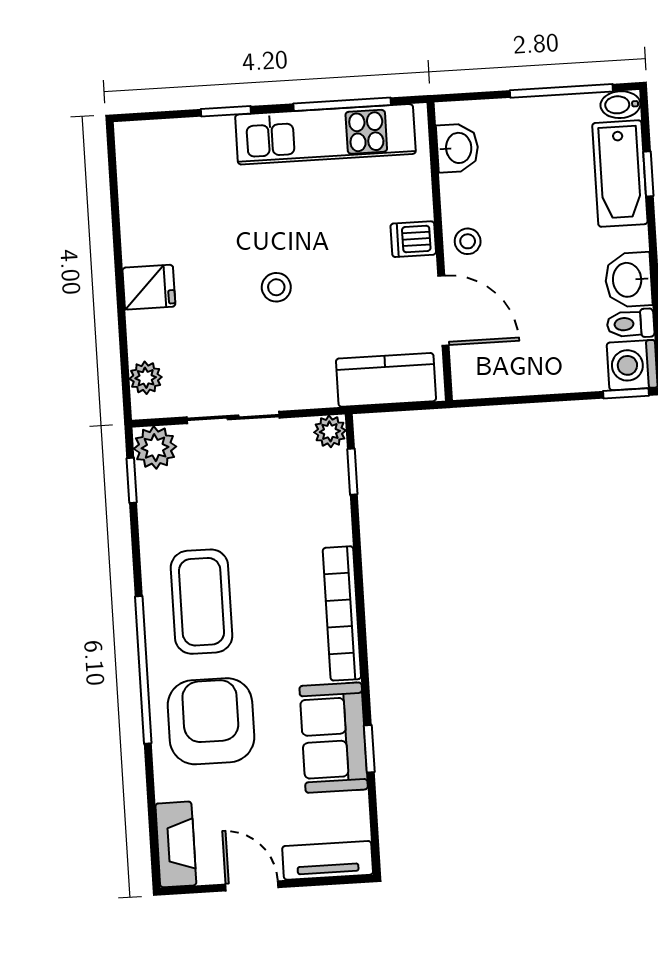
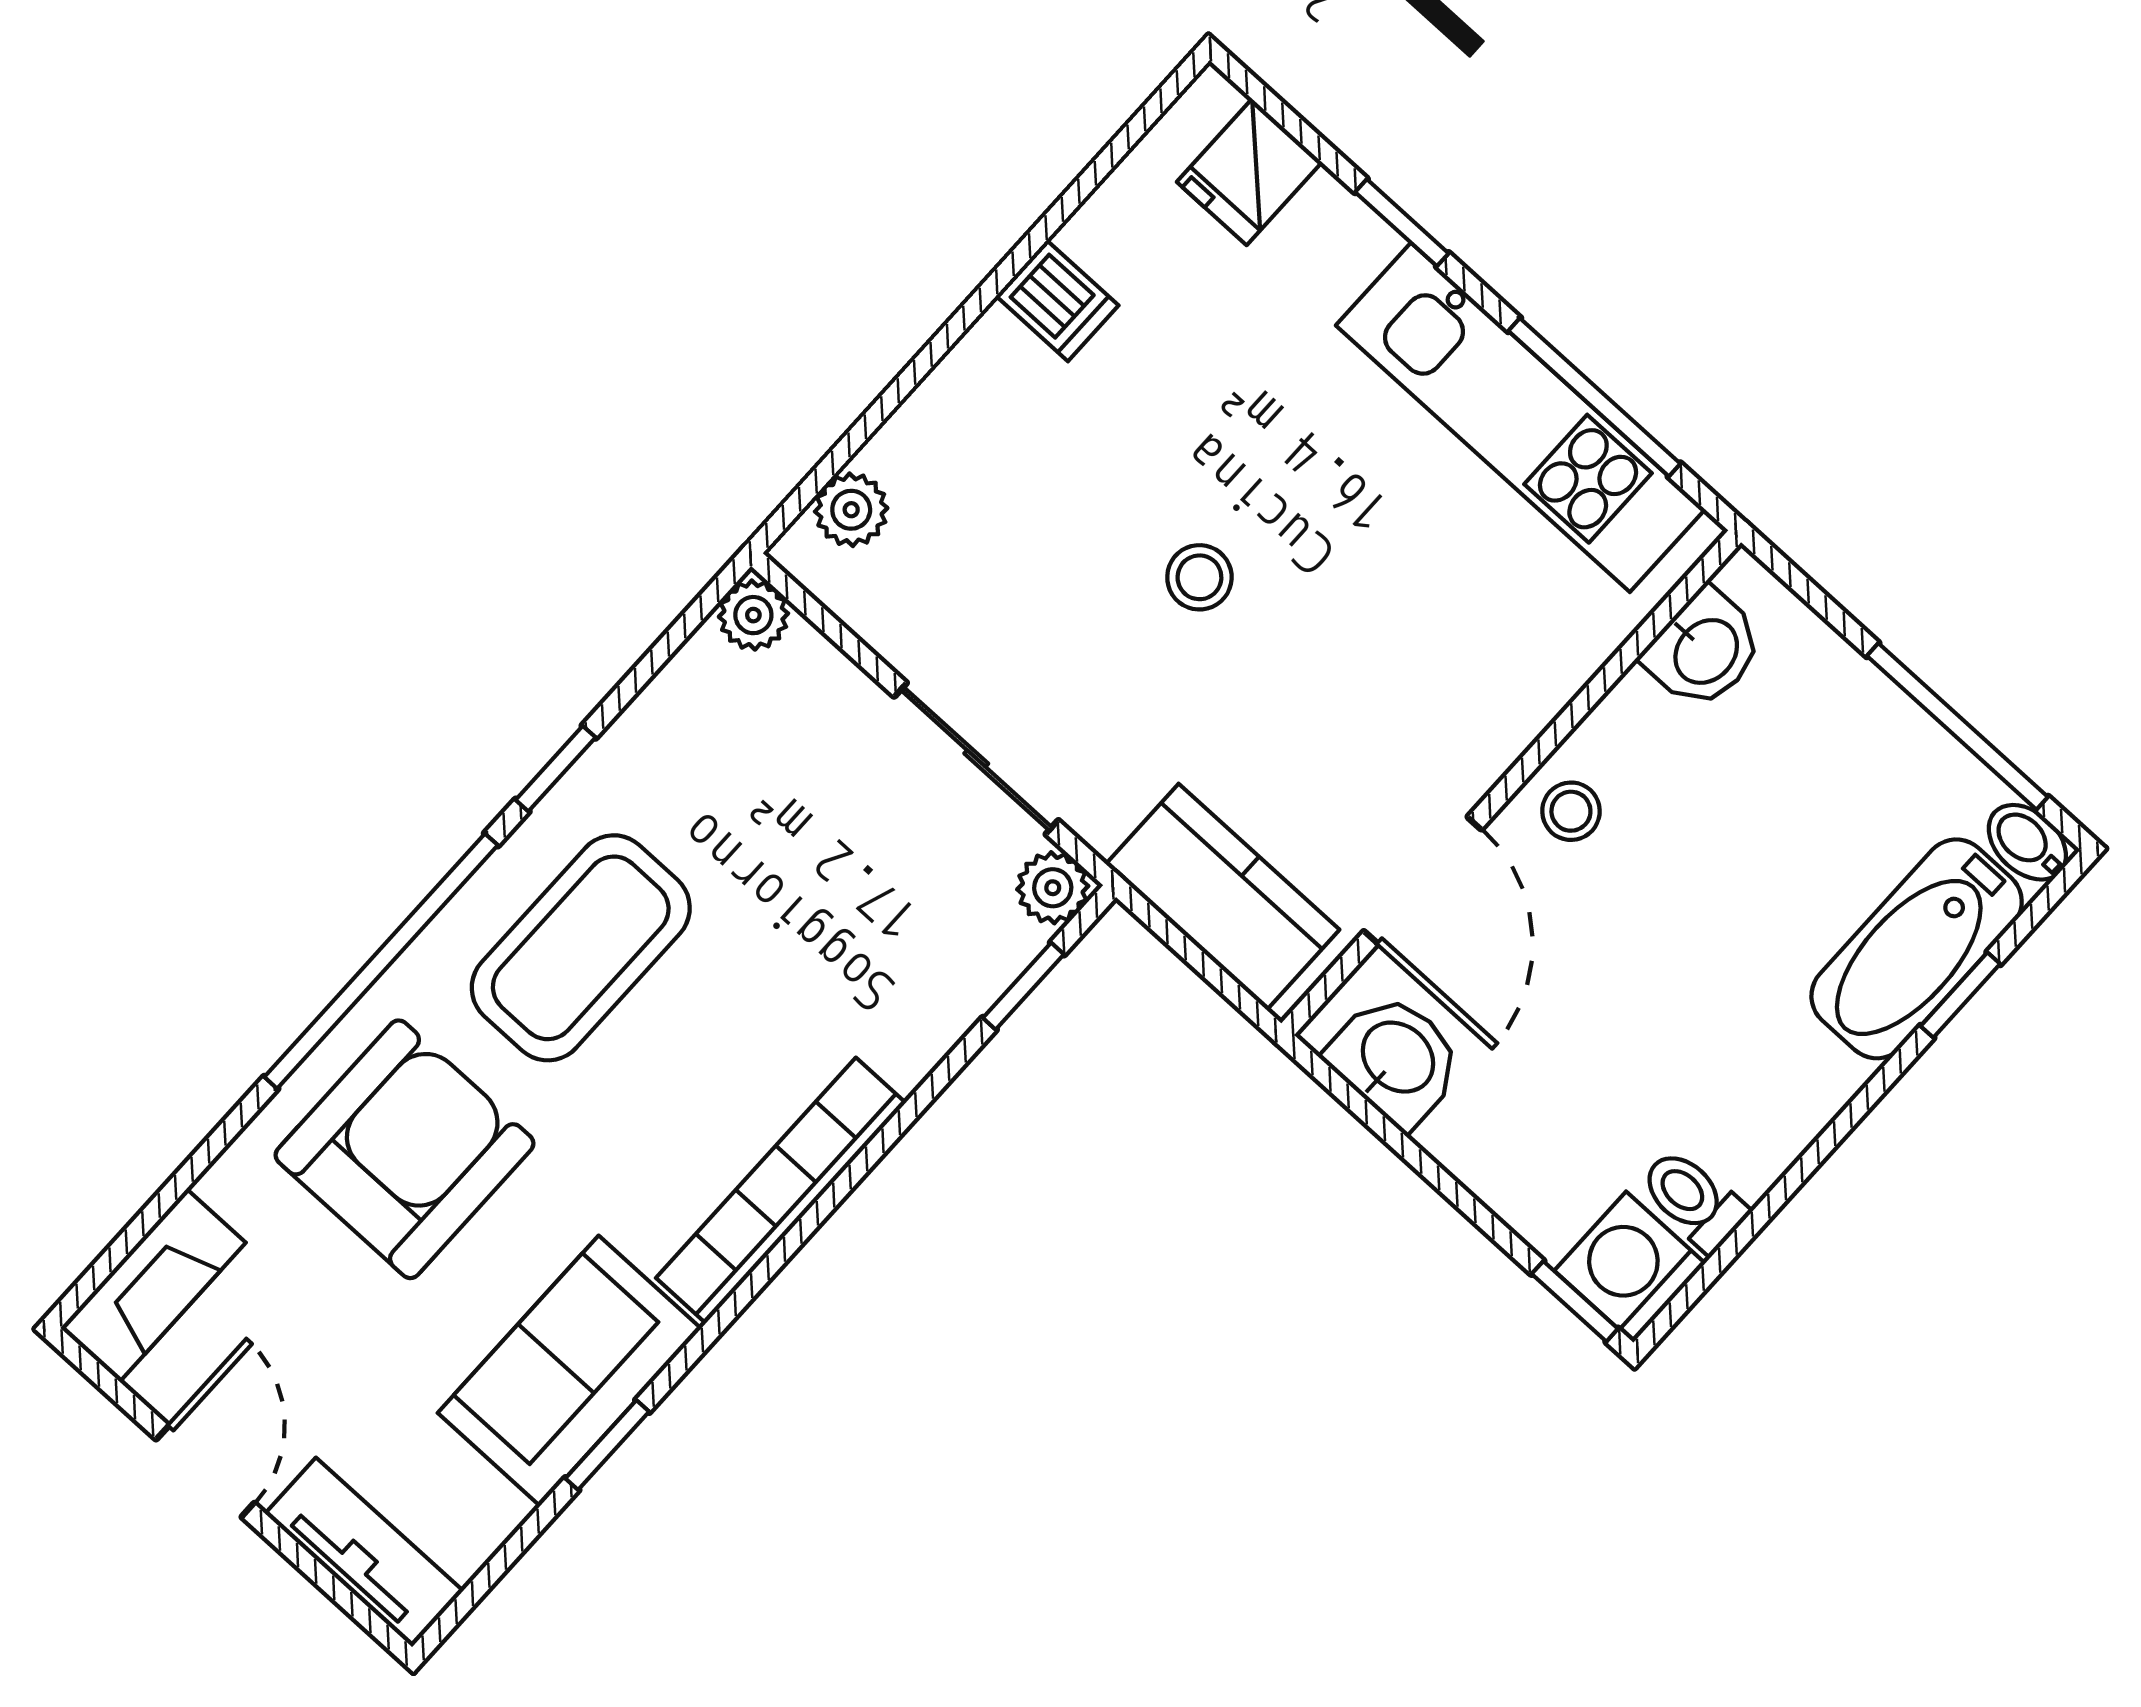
dishwasher: (413, 239) -> (1057, 301), moved, turned 180
washbasin: (628, 280) -> (1396, 1059), moved, turned 90
fridge: (149, 287) -> (1249, 172), moved, turned 90
sliding door: (233, 417) -> (976, 758), moved
plant: (155, 448) -> (753, 615), width x0.73, depth x0.73
window: (132, 480) -> (556, 769), moved

